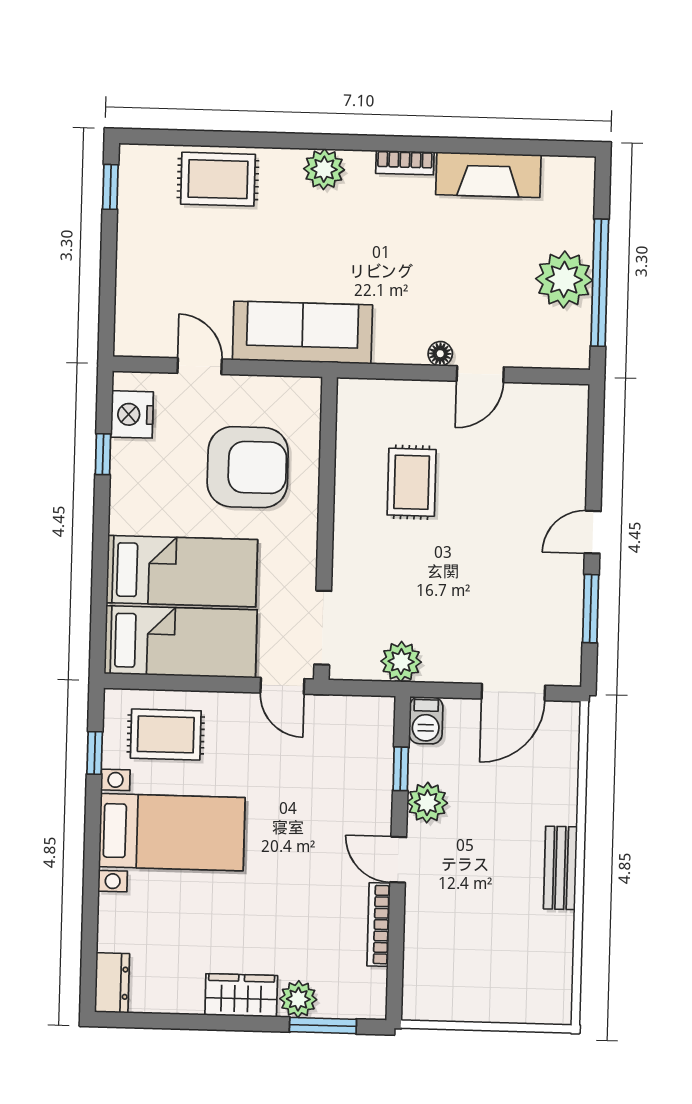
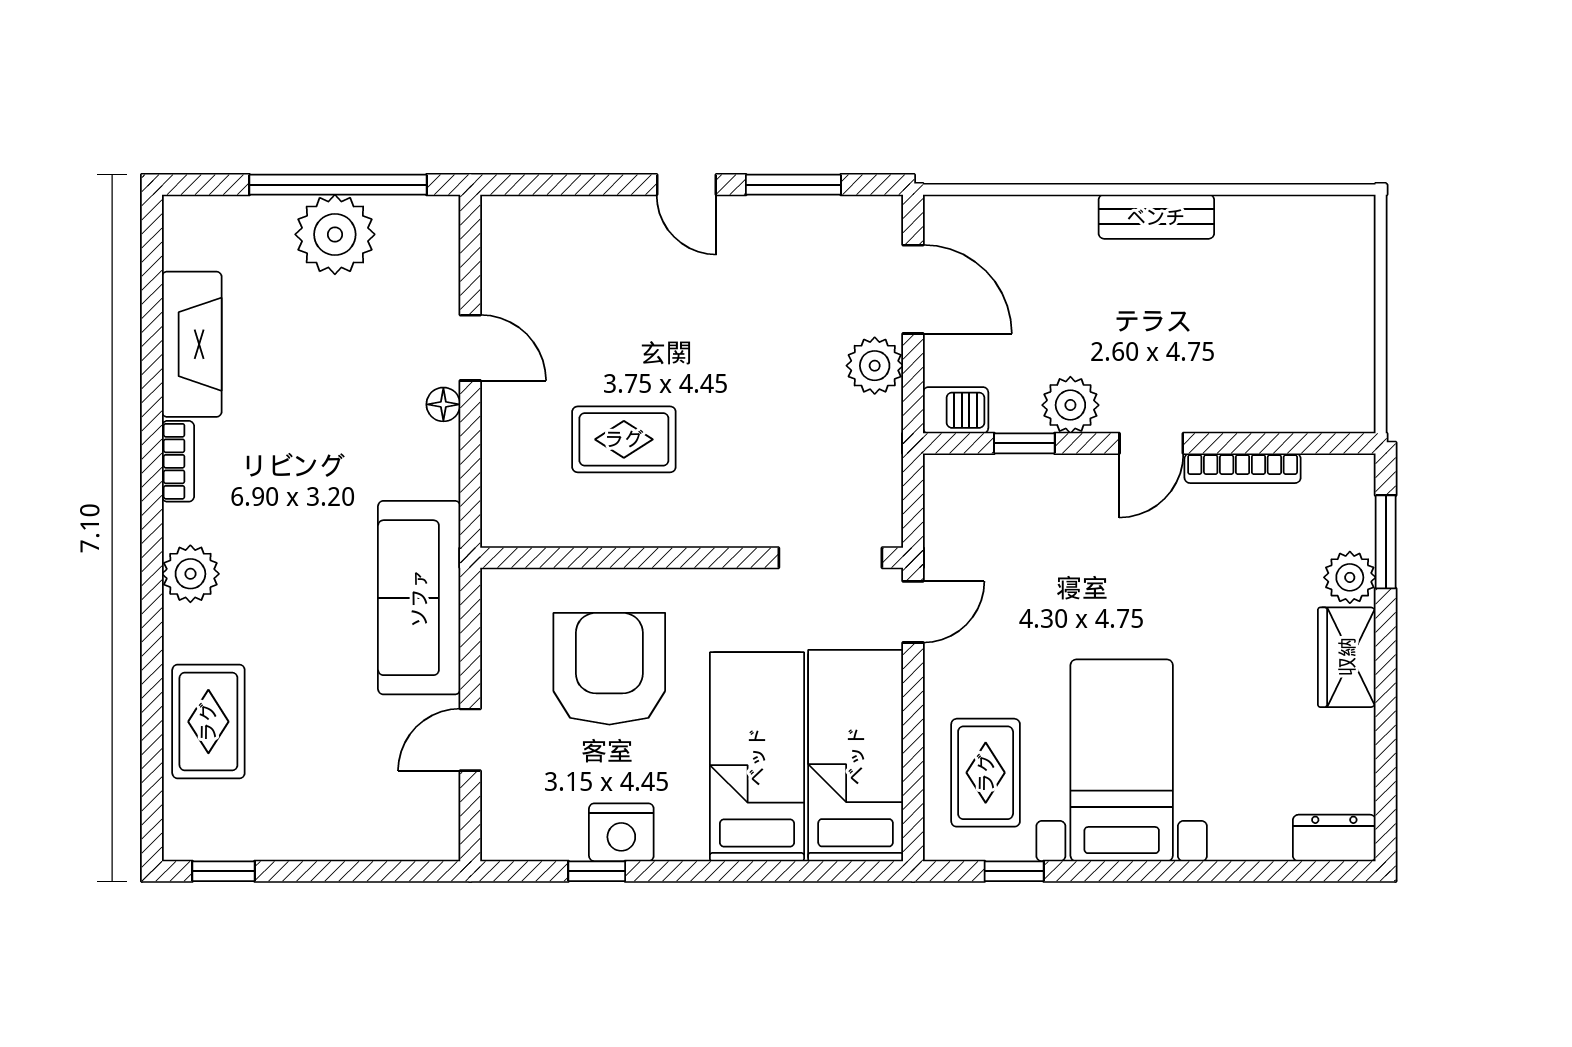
nightstand: (132, 414) -> (621, 832), moved
plant: (401, 662) -> (875, 366), moved

